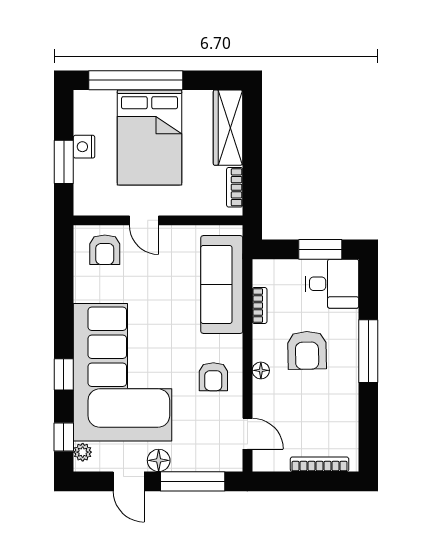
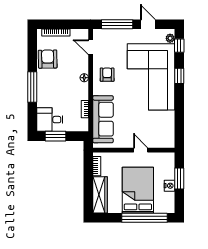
armchair: (105, 250) -> (159, 136), removed
armchair: (307, 350) -> (48, 59), moved
floor lamp: (159, 460) -> (133, 34), removed

